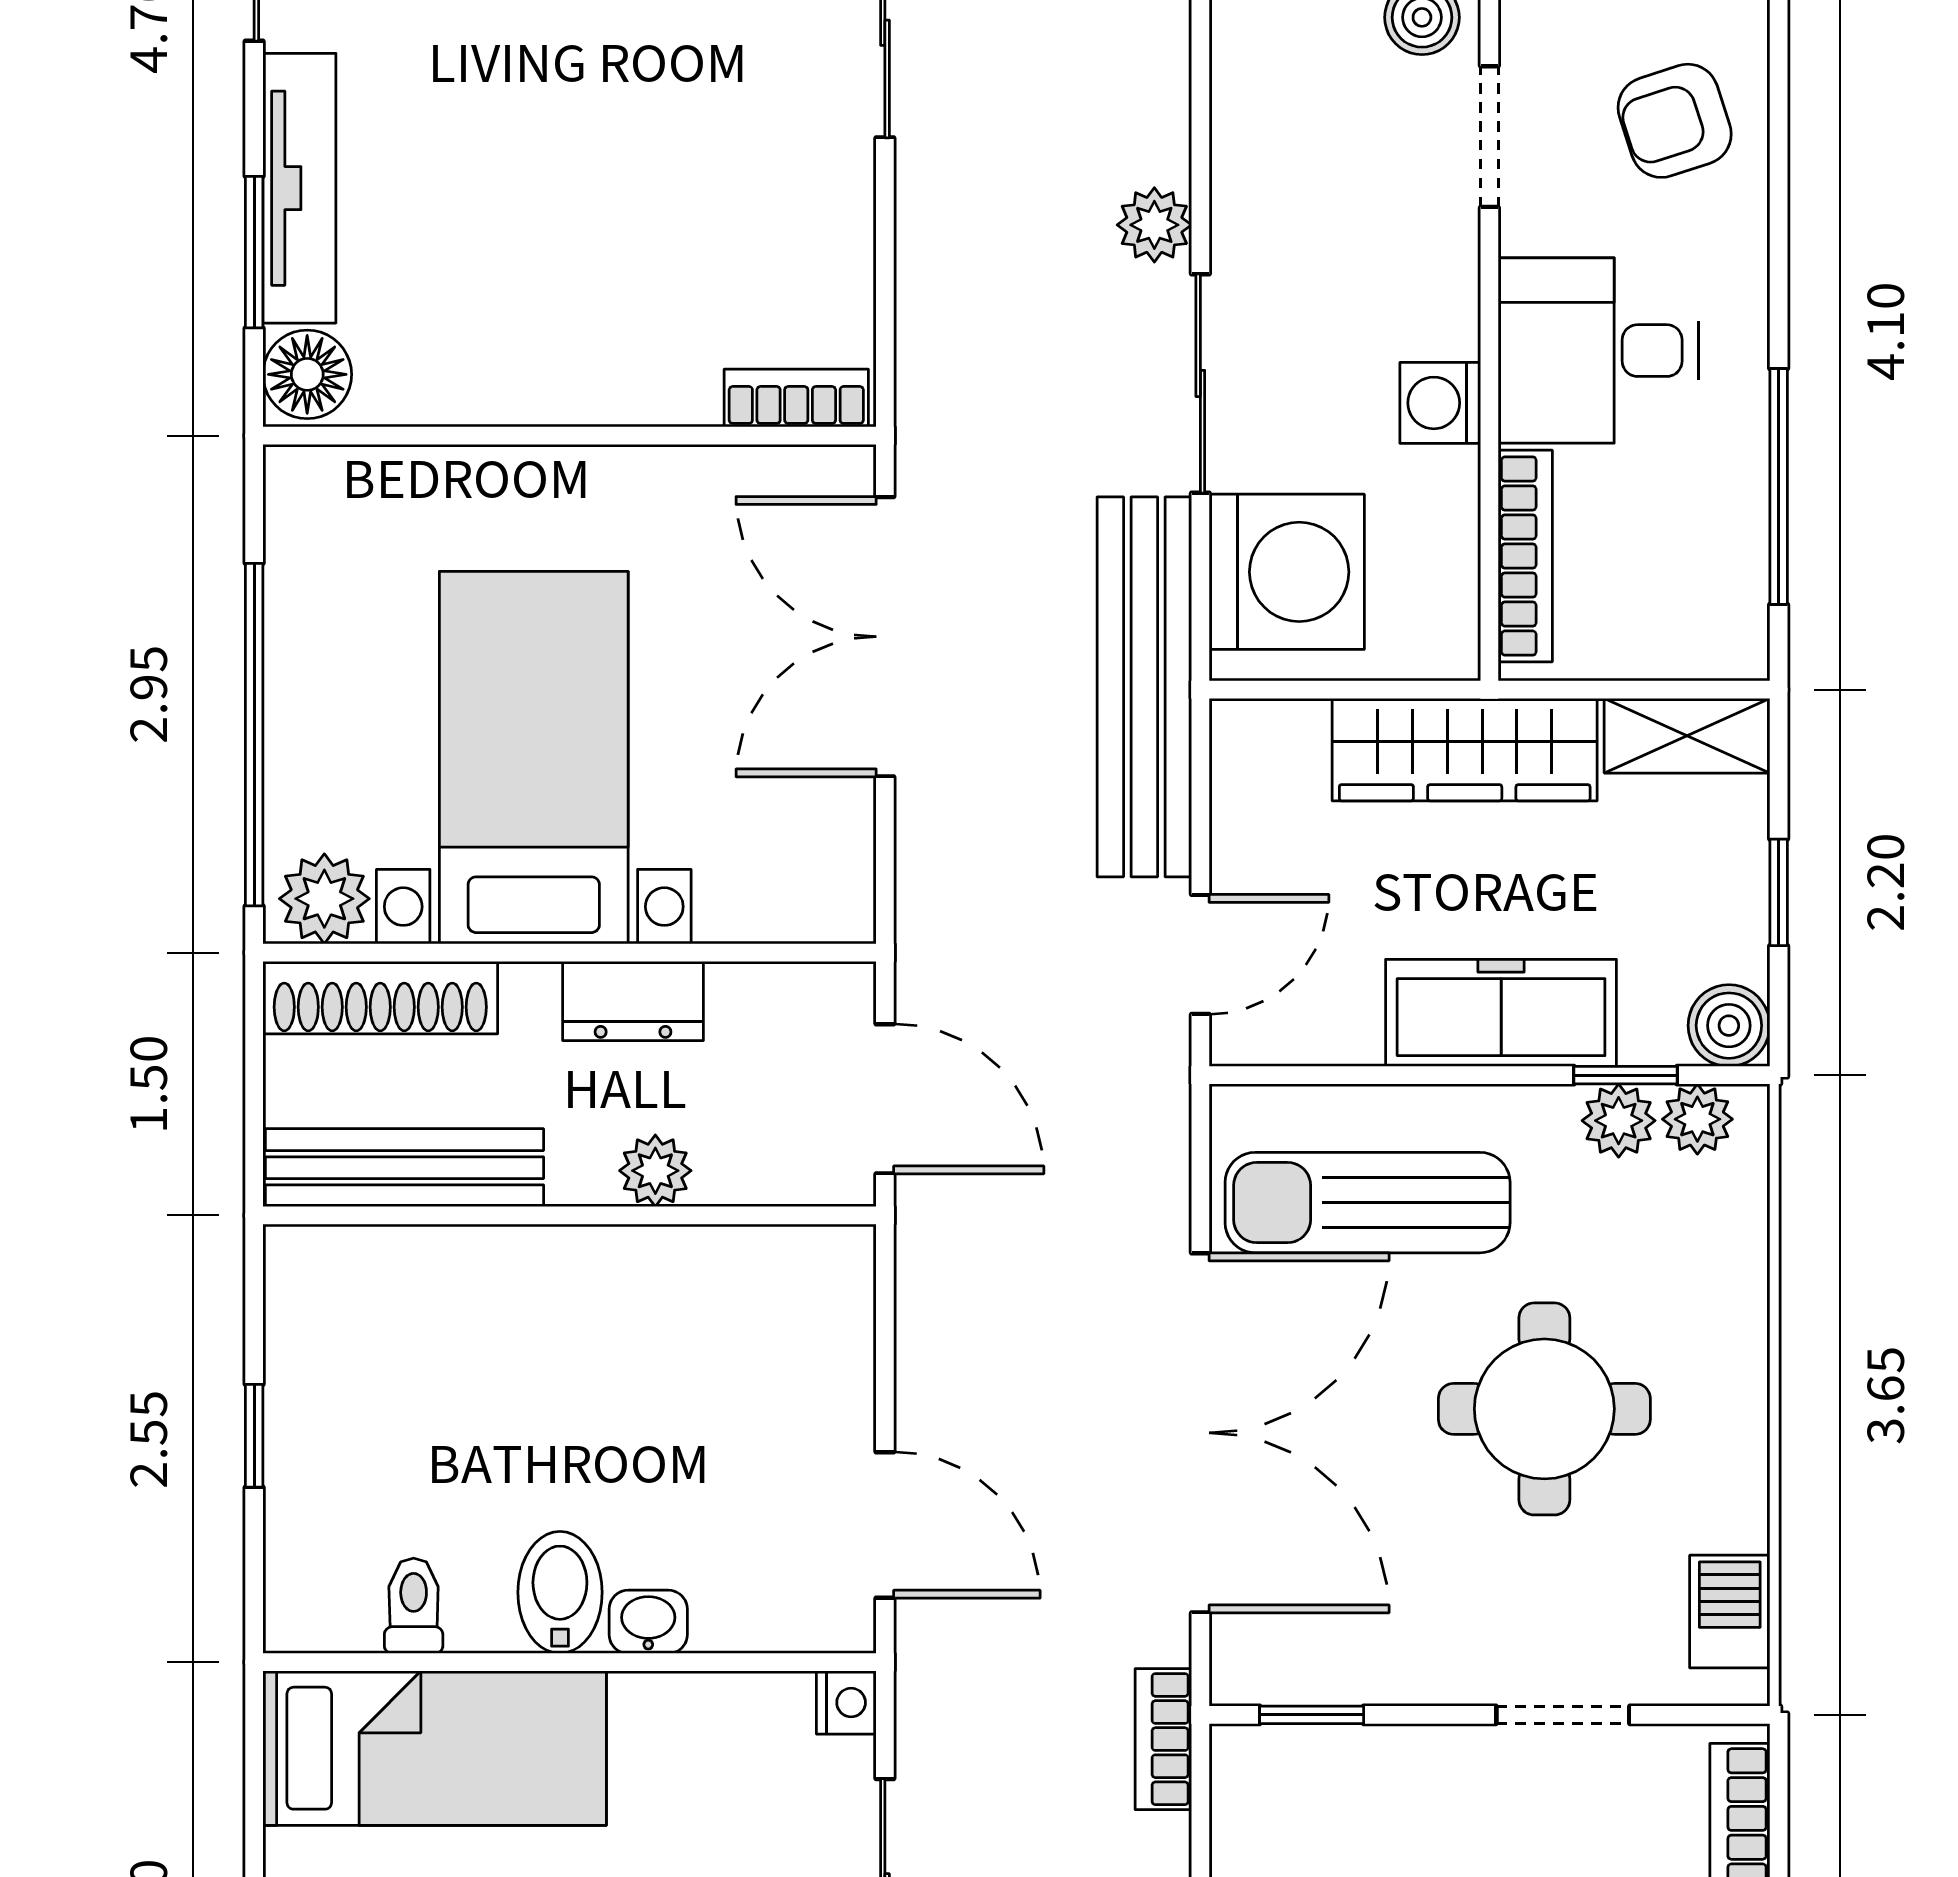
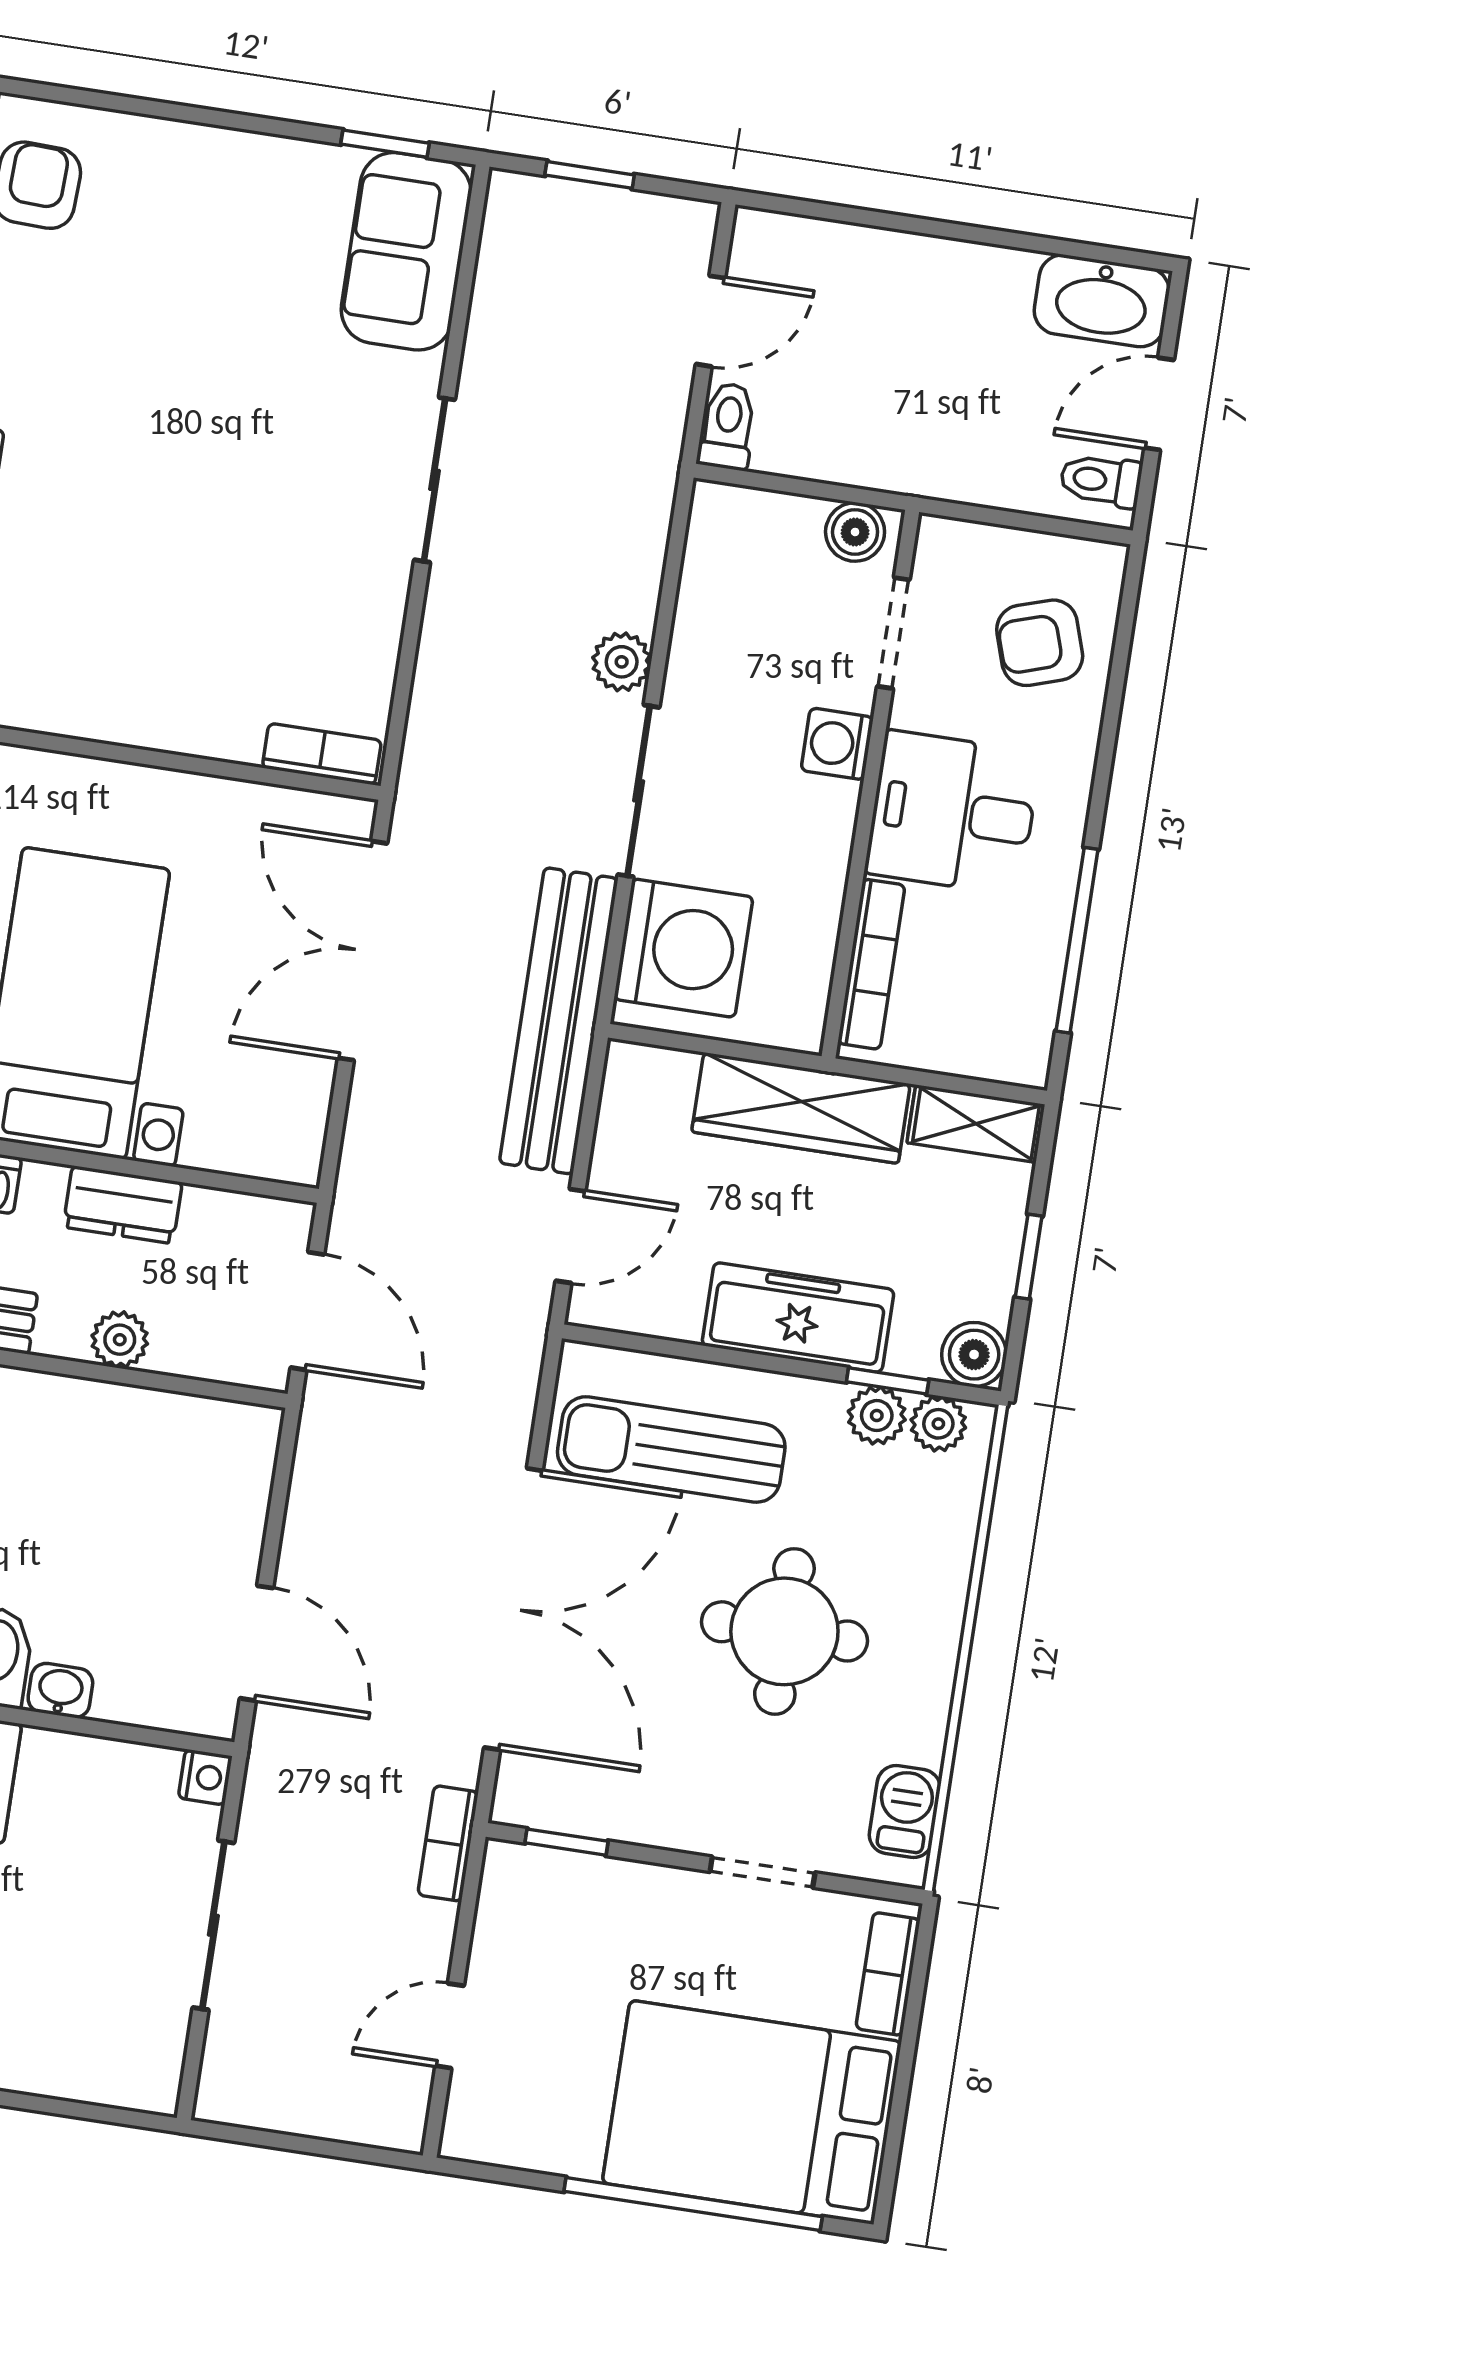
washing machine: (1440, 403) -> (837, 744), moved

